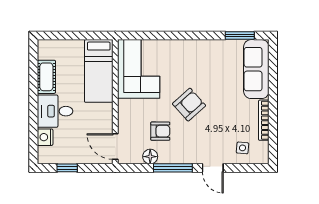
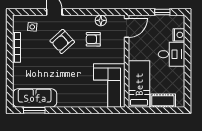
sofa: (256, 69) -> (35, 98), moved, turned -90
cot: (46, 77) -> (163, 101), moved, turned 90
armchair: (189, 105) -> (62, 41), moved
door: (115, 147) -> (127, 28), hinge flipped
window: (173, 168) -> (84, 12), removed

